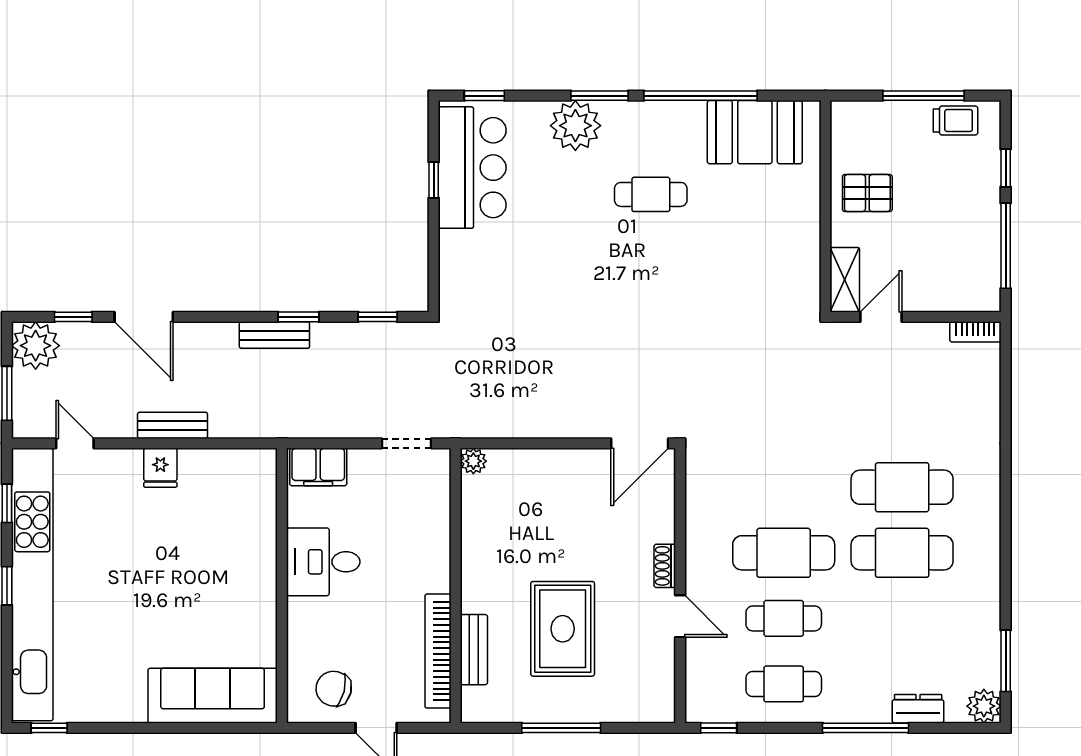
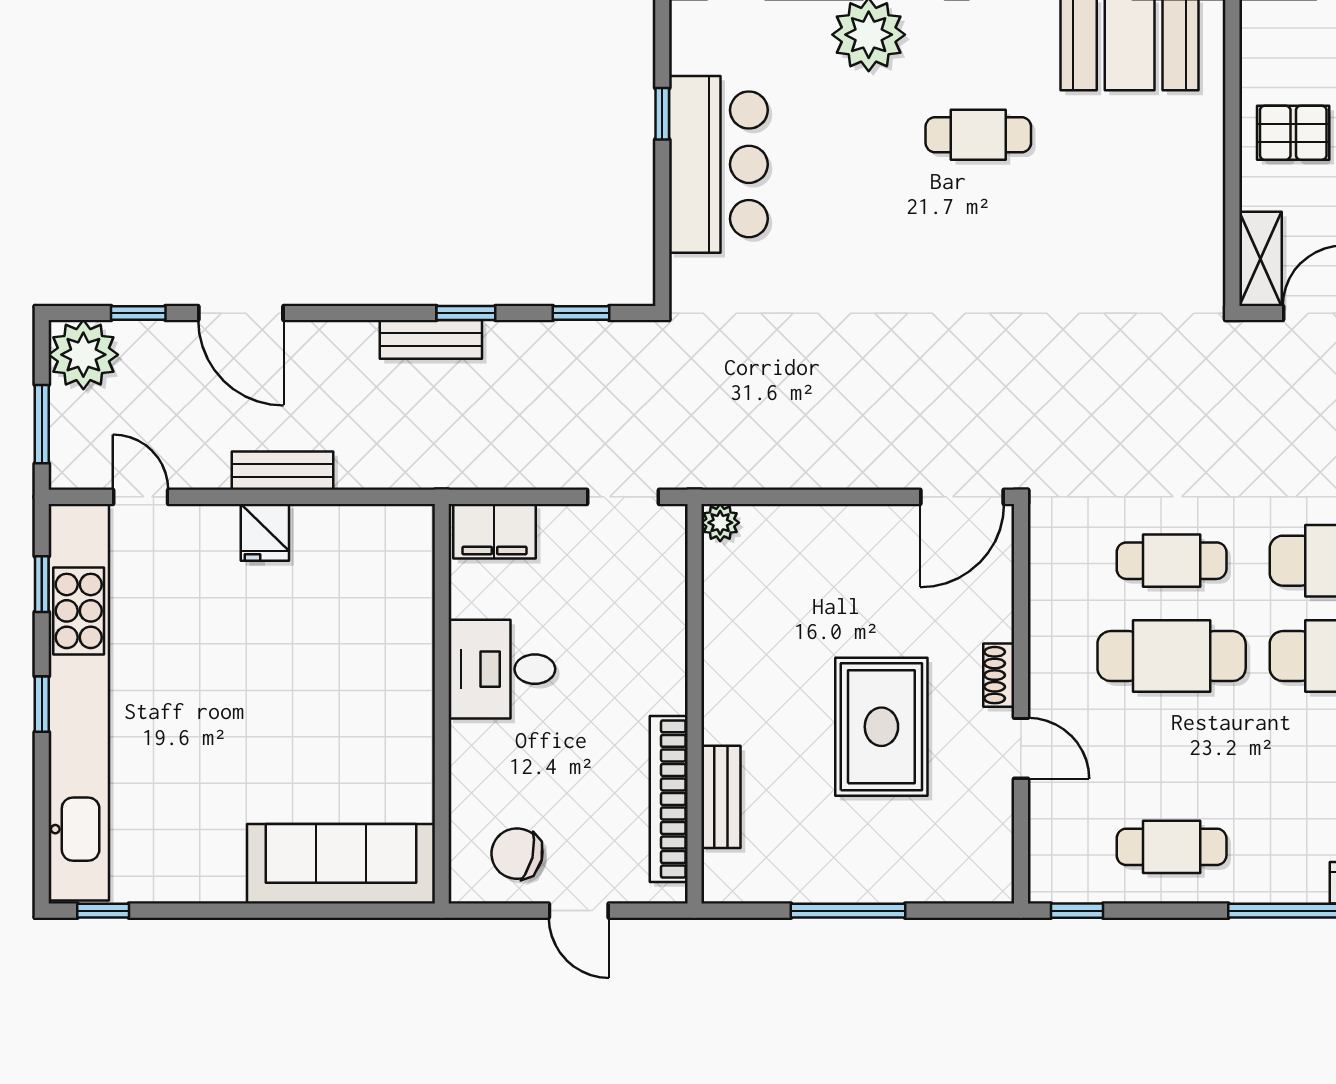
bar counter: (472, 168) -> (718, 164), moved
cafe table: (784, 618) -> (1172, 561), moved
rug: (563, 629) -> (881, 727), moved

